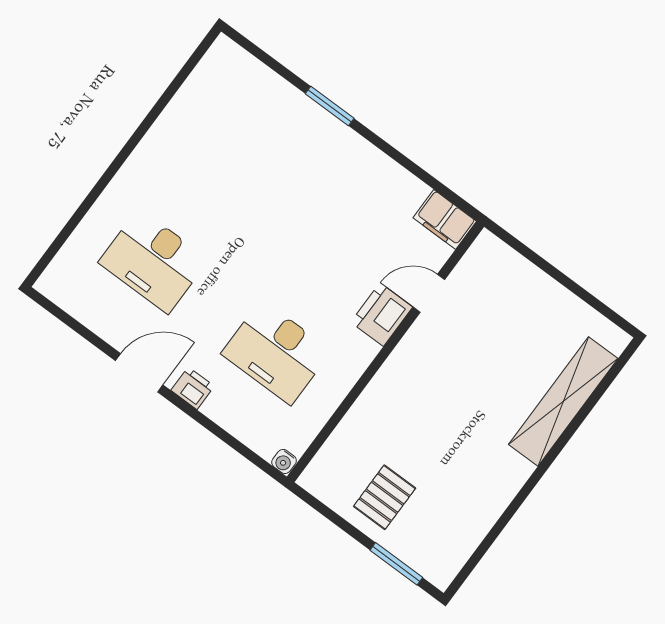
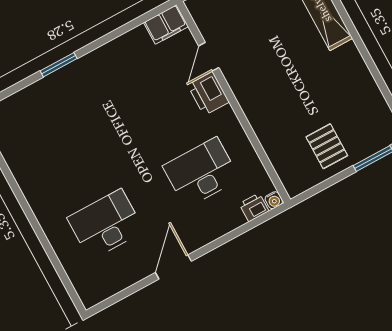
desk: (153, 261) -> (106, 224), turned 180
desk: (276, 352) -> (201, 173), turned 180
printer: (193, 388) -> (254, 207), moved

